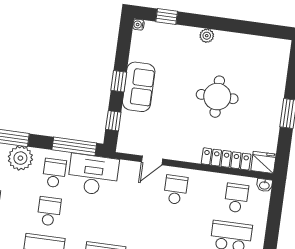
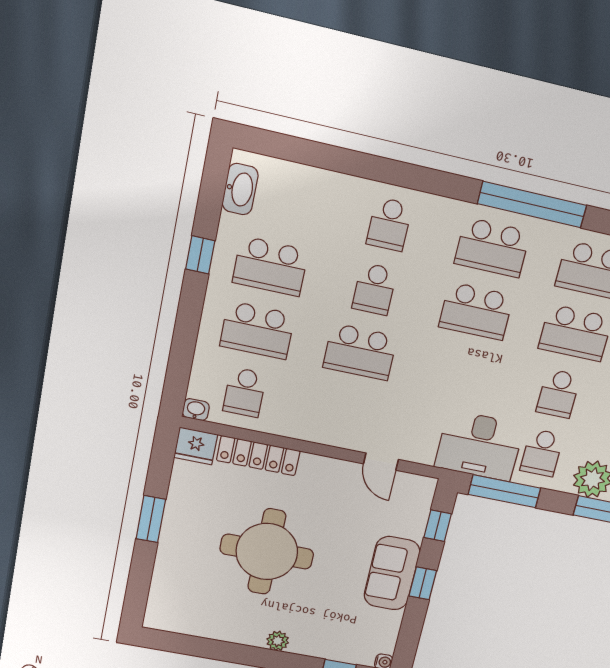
round table: (217, 97) -> (267, 552), width x1.36, depth x1.36
door: (152, 160) -> (381, 462), swing flipped
school desk: (176, 190) -> (360, 352), moved, width x1.85

